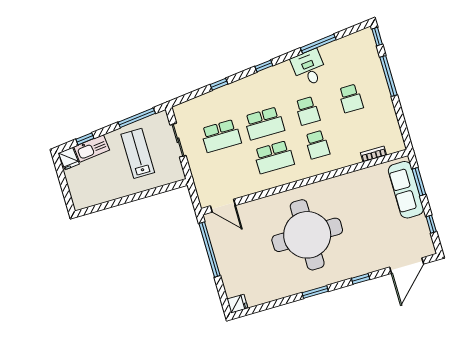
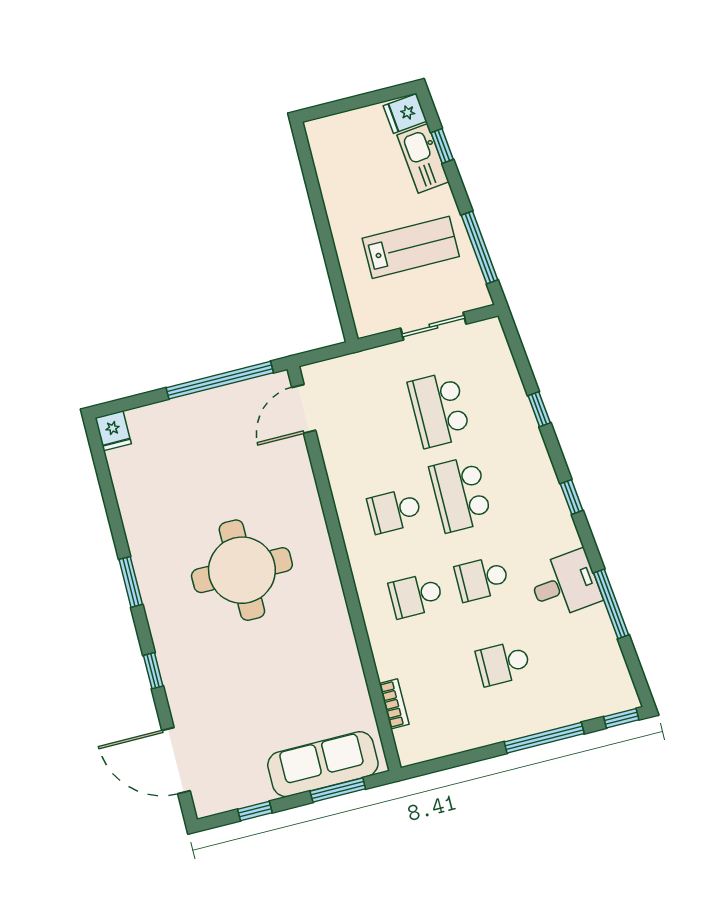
school desk: (274, 157) -> (395, 511), width x0.54
round table: (307, 235) -> (242, 570), width x0.73, depth x0.73

